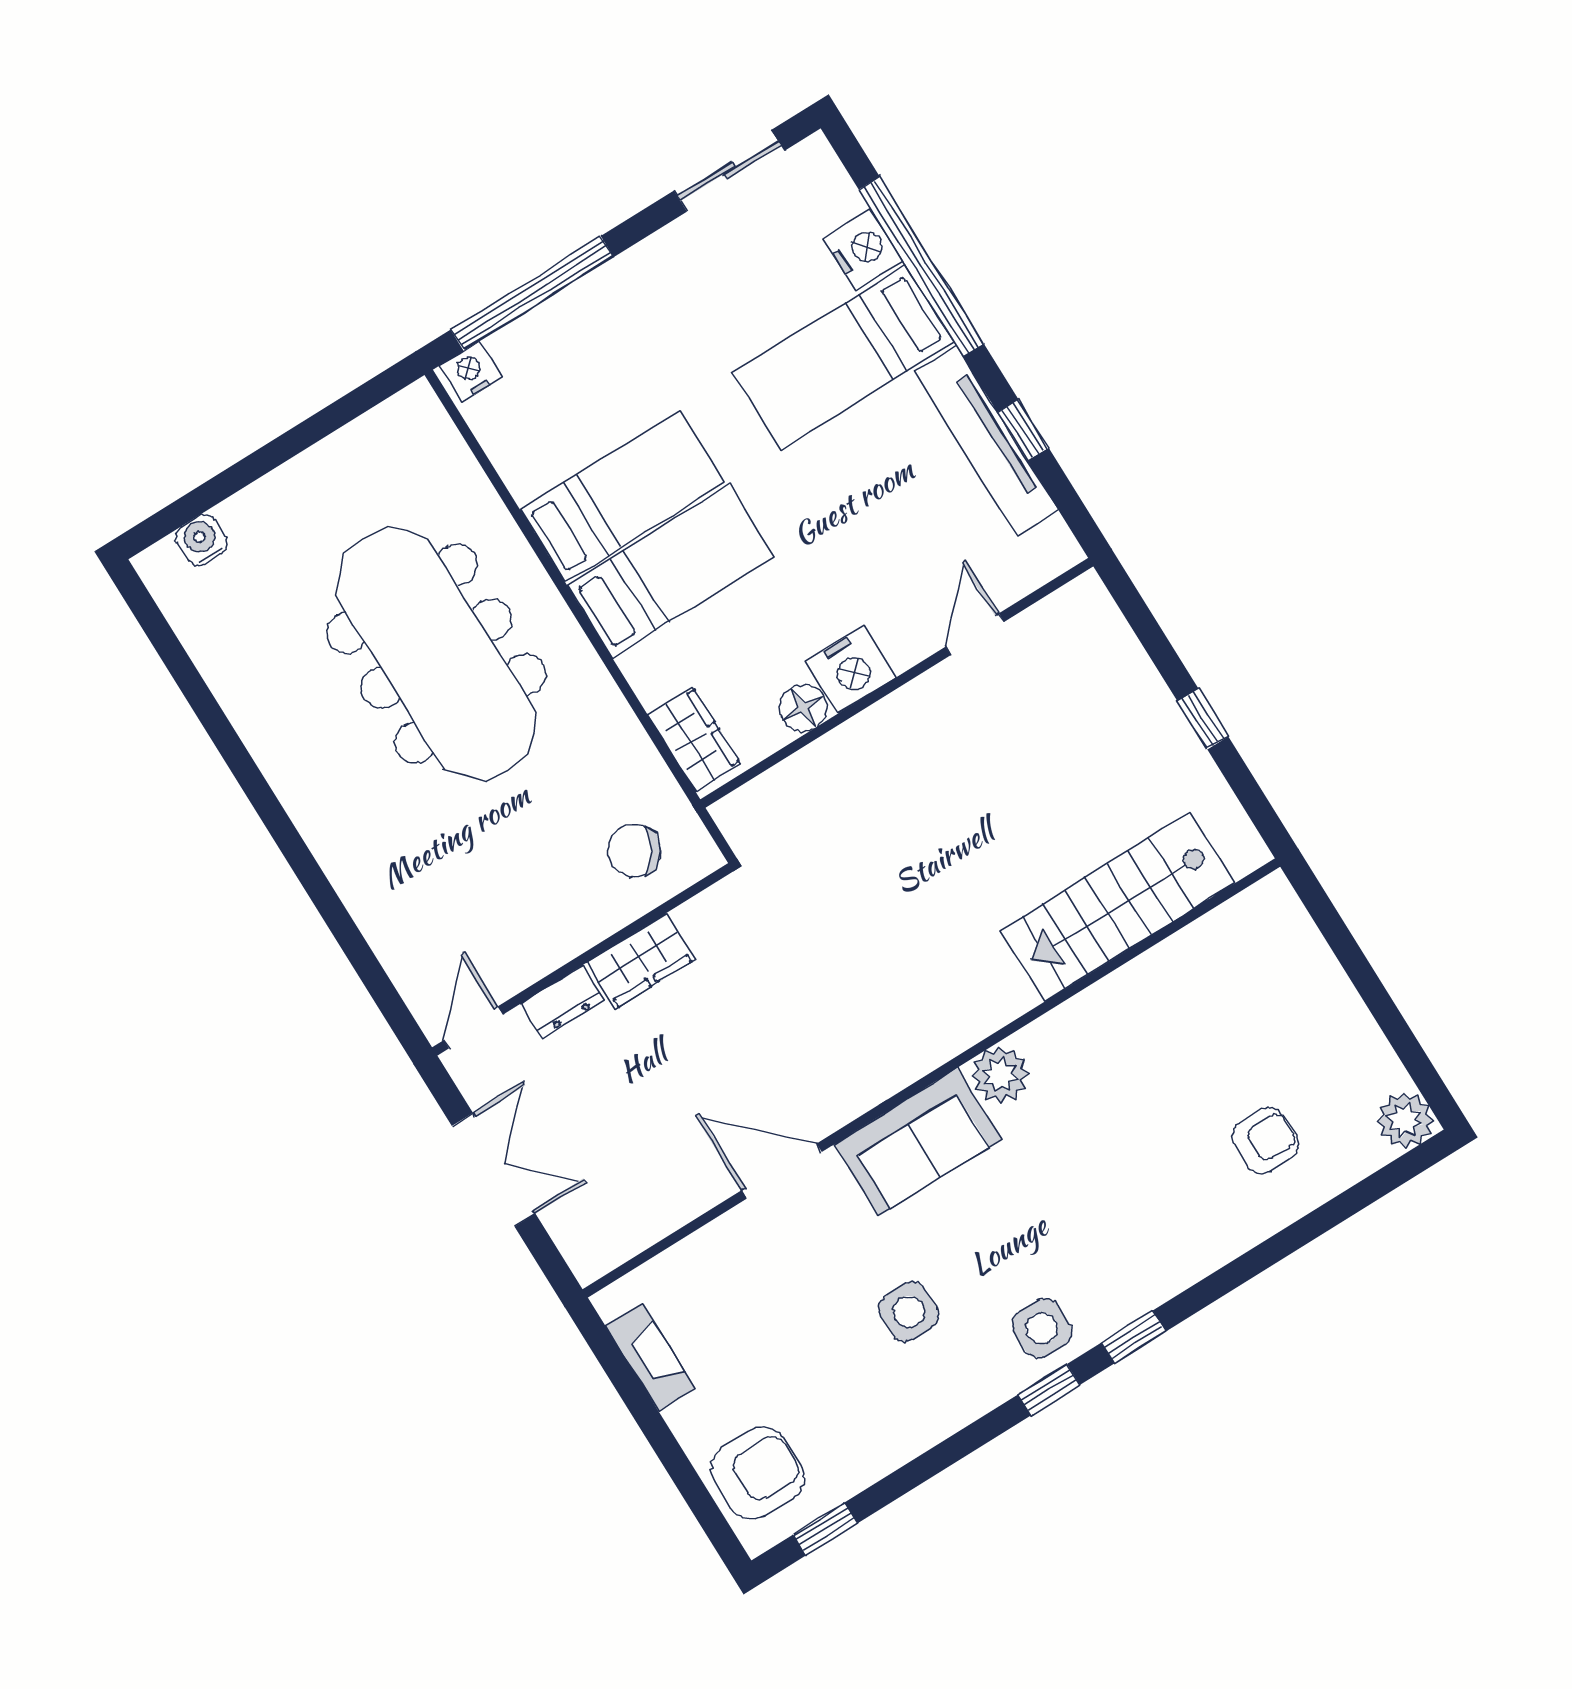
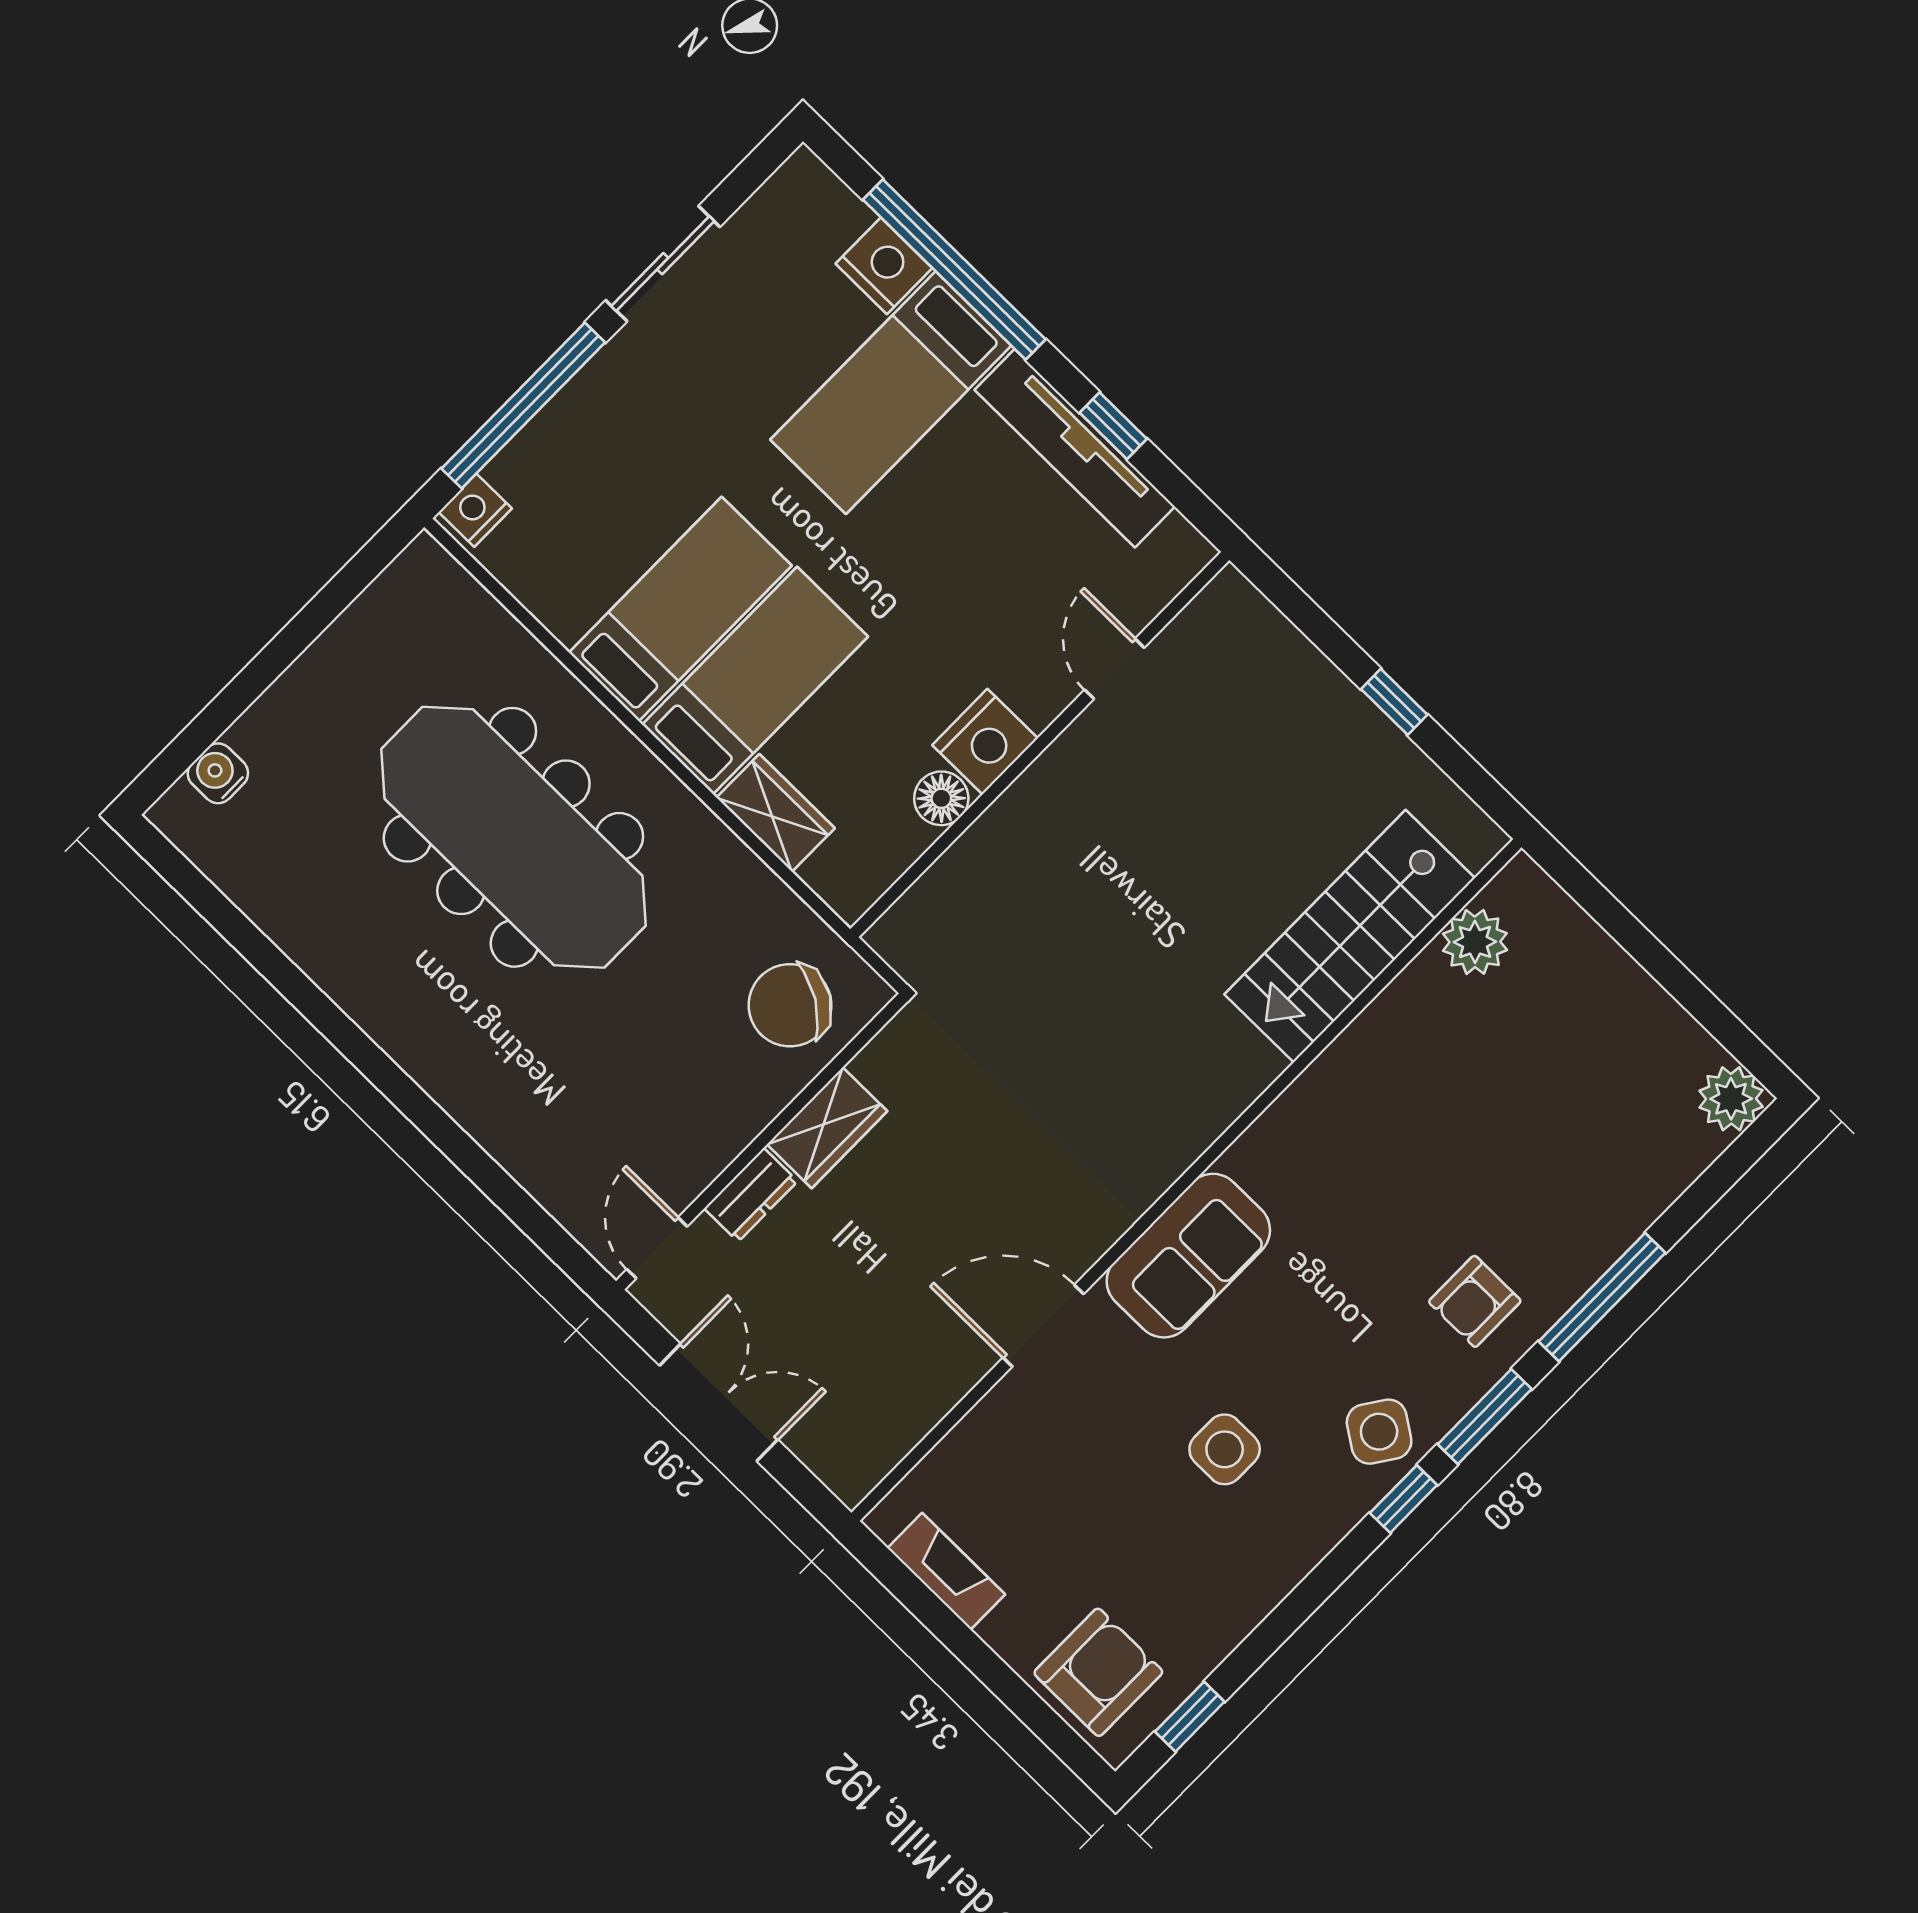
sliding door: (729, 171) -> (663, 264), moved
wardrobe: (694, 739) -> (776, 813), moved
chair: (634, 851) -> (790, 1005), width x1.37, depth x1.37
plant: (1000, 1075) -> (1475, 942), moved
armchair: (1266, 1140) -> (1475, 1301), moved, turned 180
window: (1256, 1261) -> (1602, 1297), added
side table: (1042, 1328) -> (1379, 1432), turned 34
window: (1133, 1337) -> (1485, 1417), width x1.50

